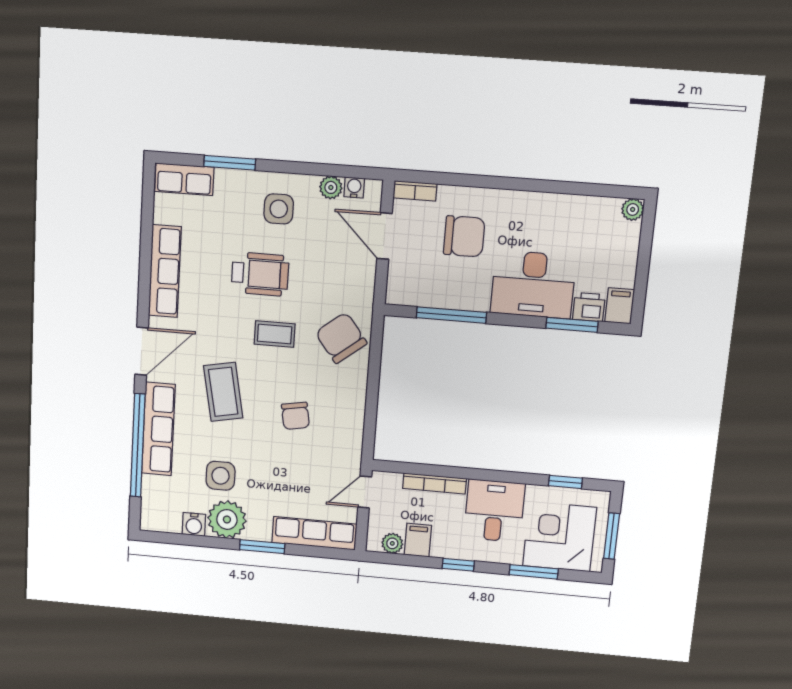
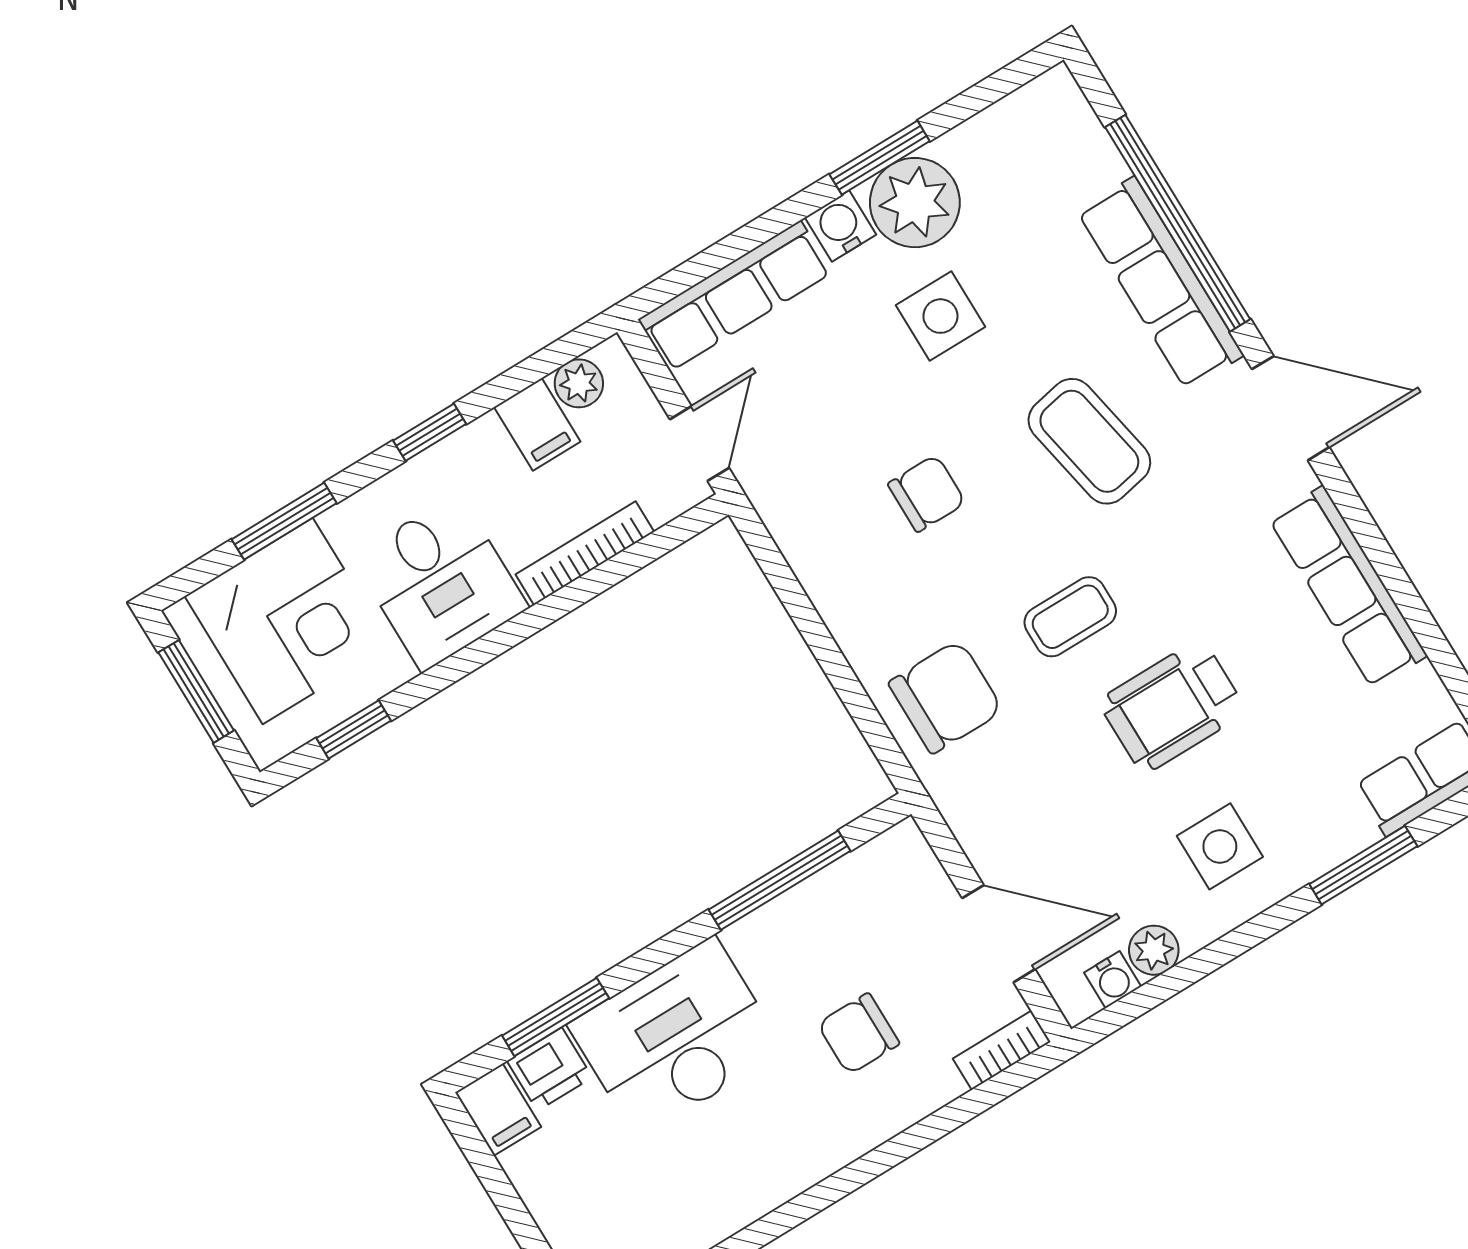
chair: (464, 236) -> (858, 1034), width x0.73, depth x0.73
chair: (341, 338) -> (946, 697), turned -52
door: (142, 351) -> (1291, 408), swing flipped
chair: (295, 416) -> (927, 493), turned 100
side table: (220, 476) -> (940, 316), moved
water cooler: (194, 524) -> (841, 226), moved
window: (262, 547) -> (880, 158), moved

